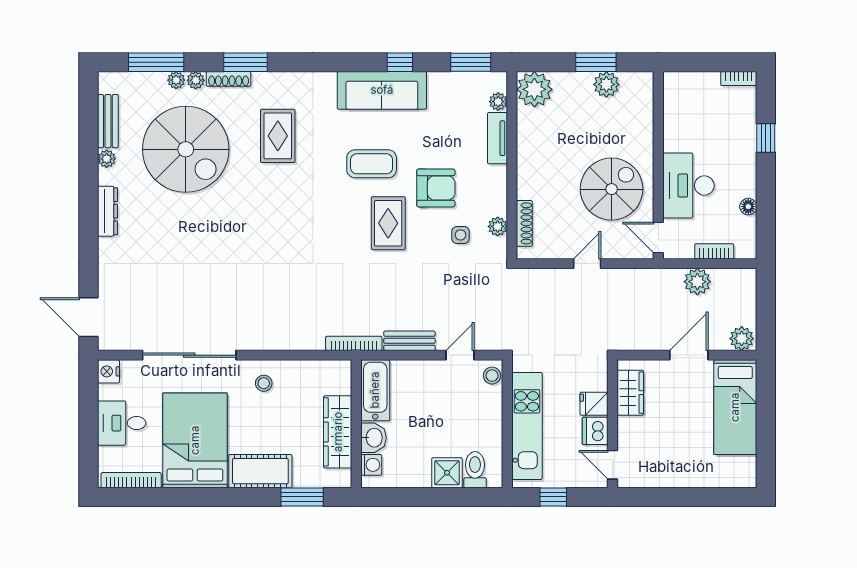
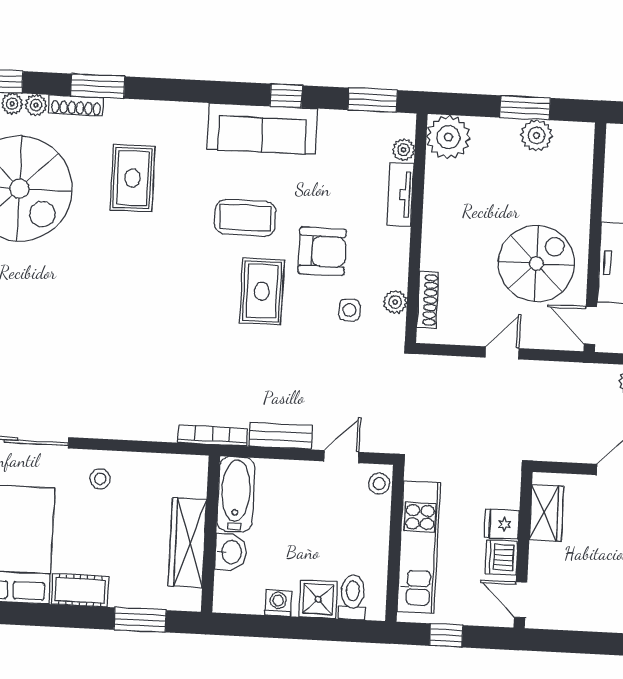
washing machine: (371, 465) -> (278, 603), moved, turned -90
cot: (260, 471) -> (80, 590), width x0.73, depth x0.75

